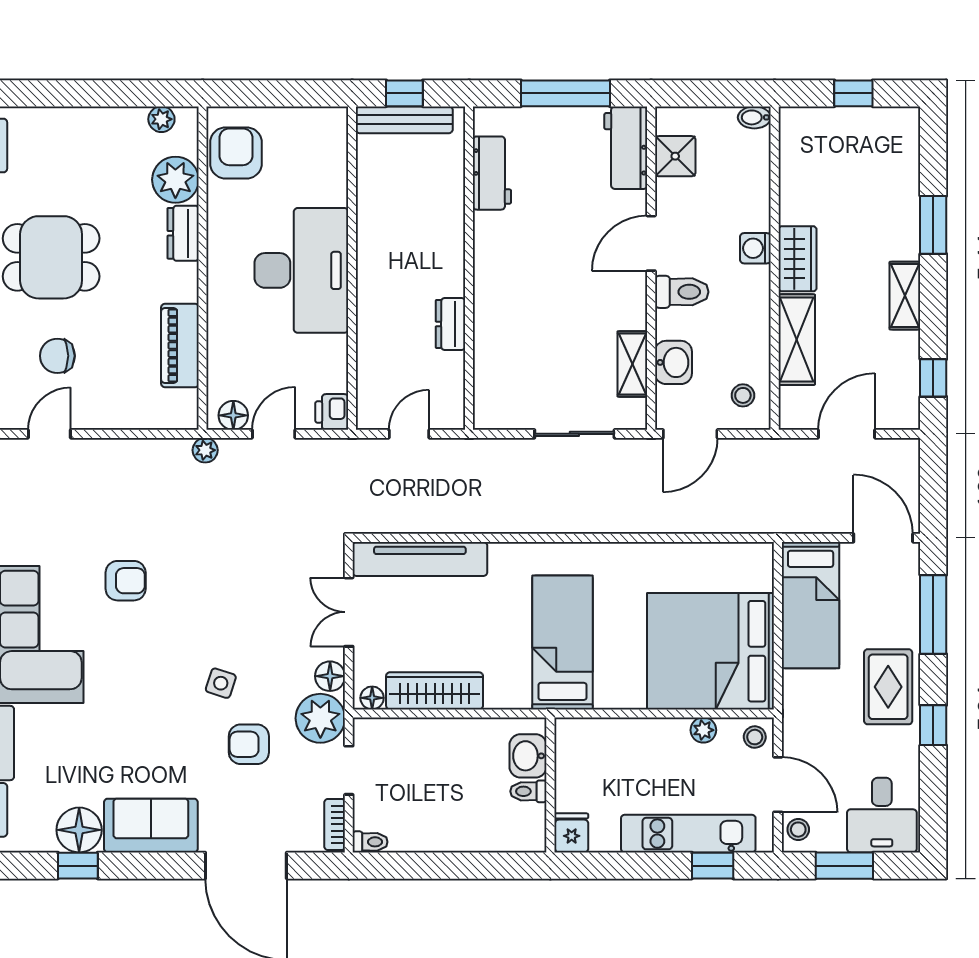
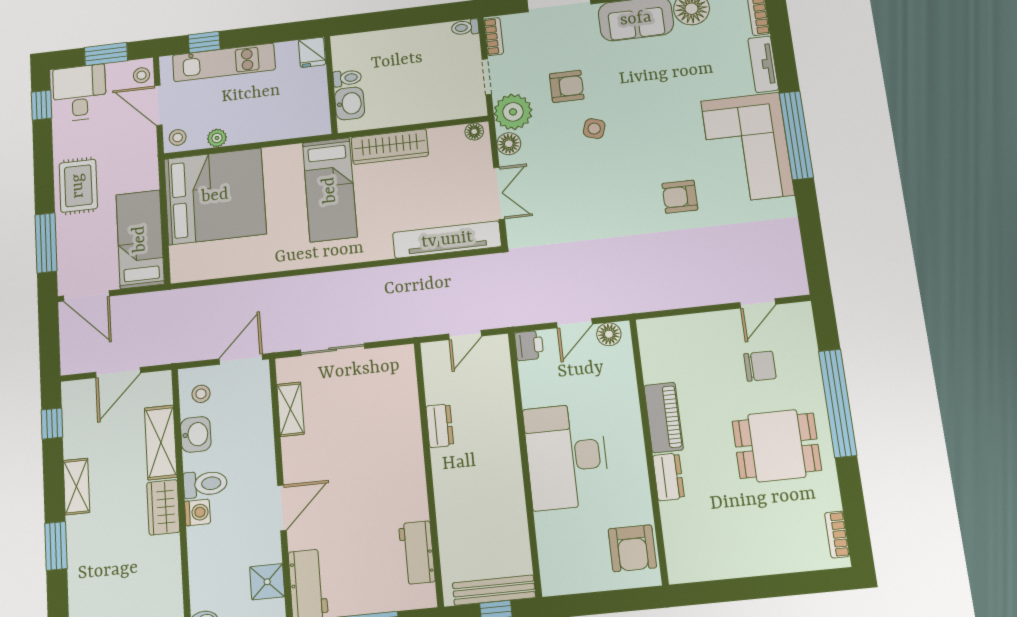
plant: (161, 119) -> (699, 571), removed
plant: (175, 180) -> (681, 521), removed
toilet: (682, 292) -> (205, 484), moved, turned 180
piano: (180, 345) -> (664, 417), moved
washbasin: (673, 362) -> (196, 434), moved, turned 180
plant: (205, 450) -> (628, 304), removed
wardrobe: (435, 691) -> (390, 147), moved
window: (933, 725) -> (42, 105), moved

